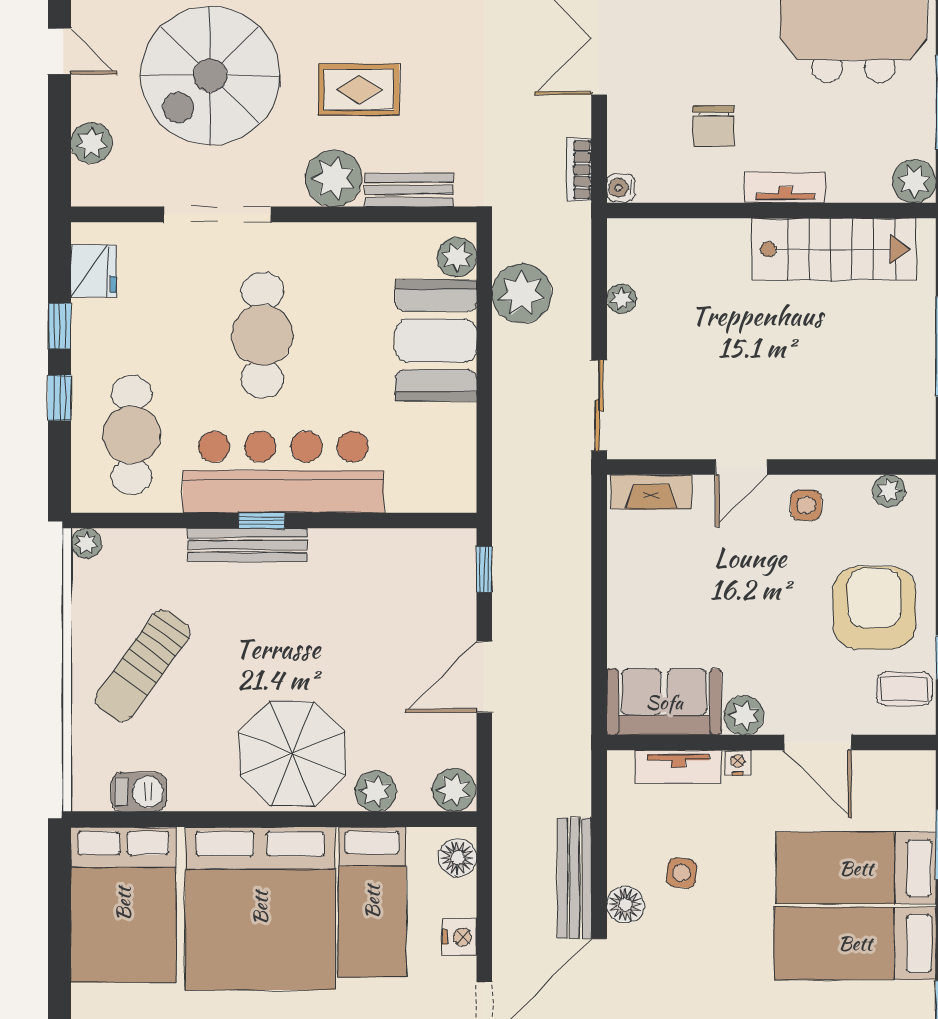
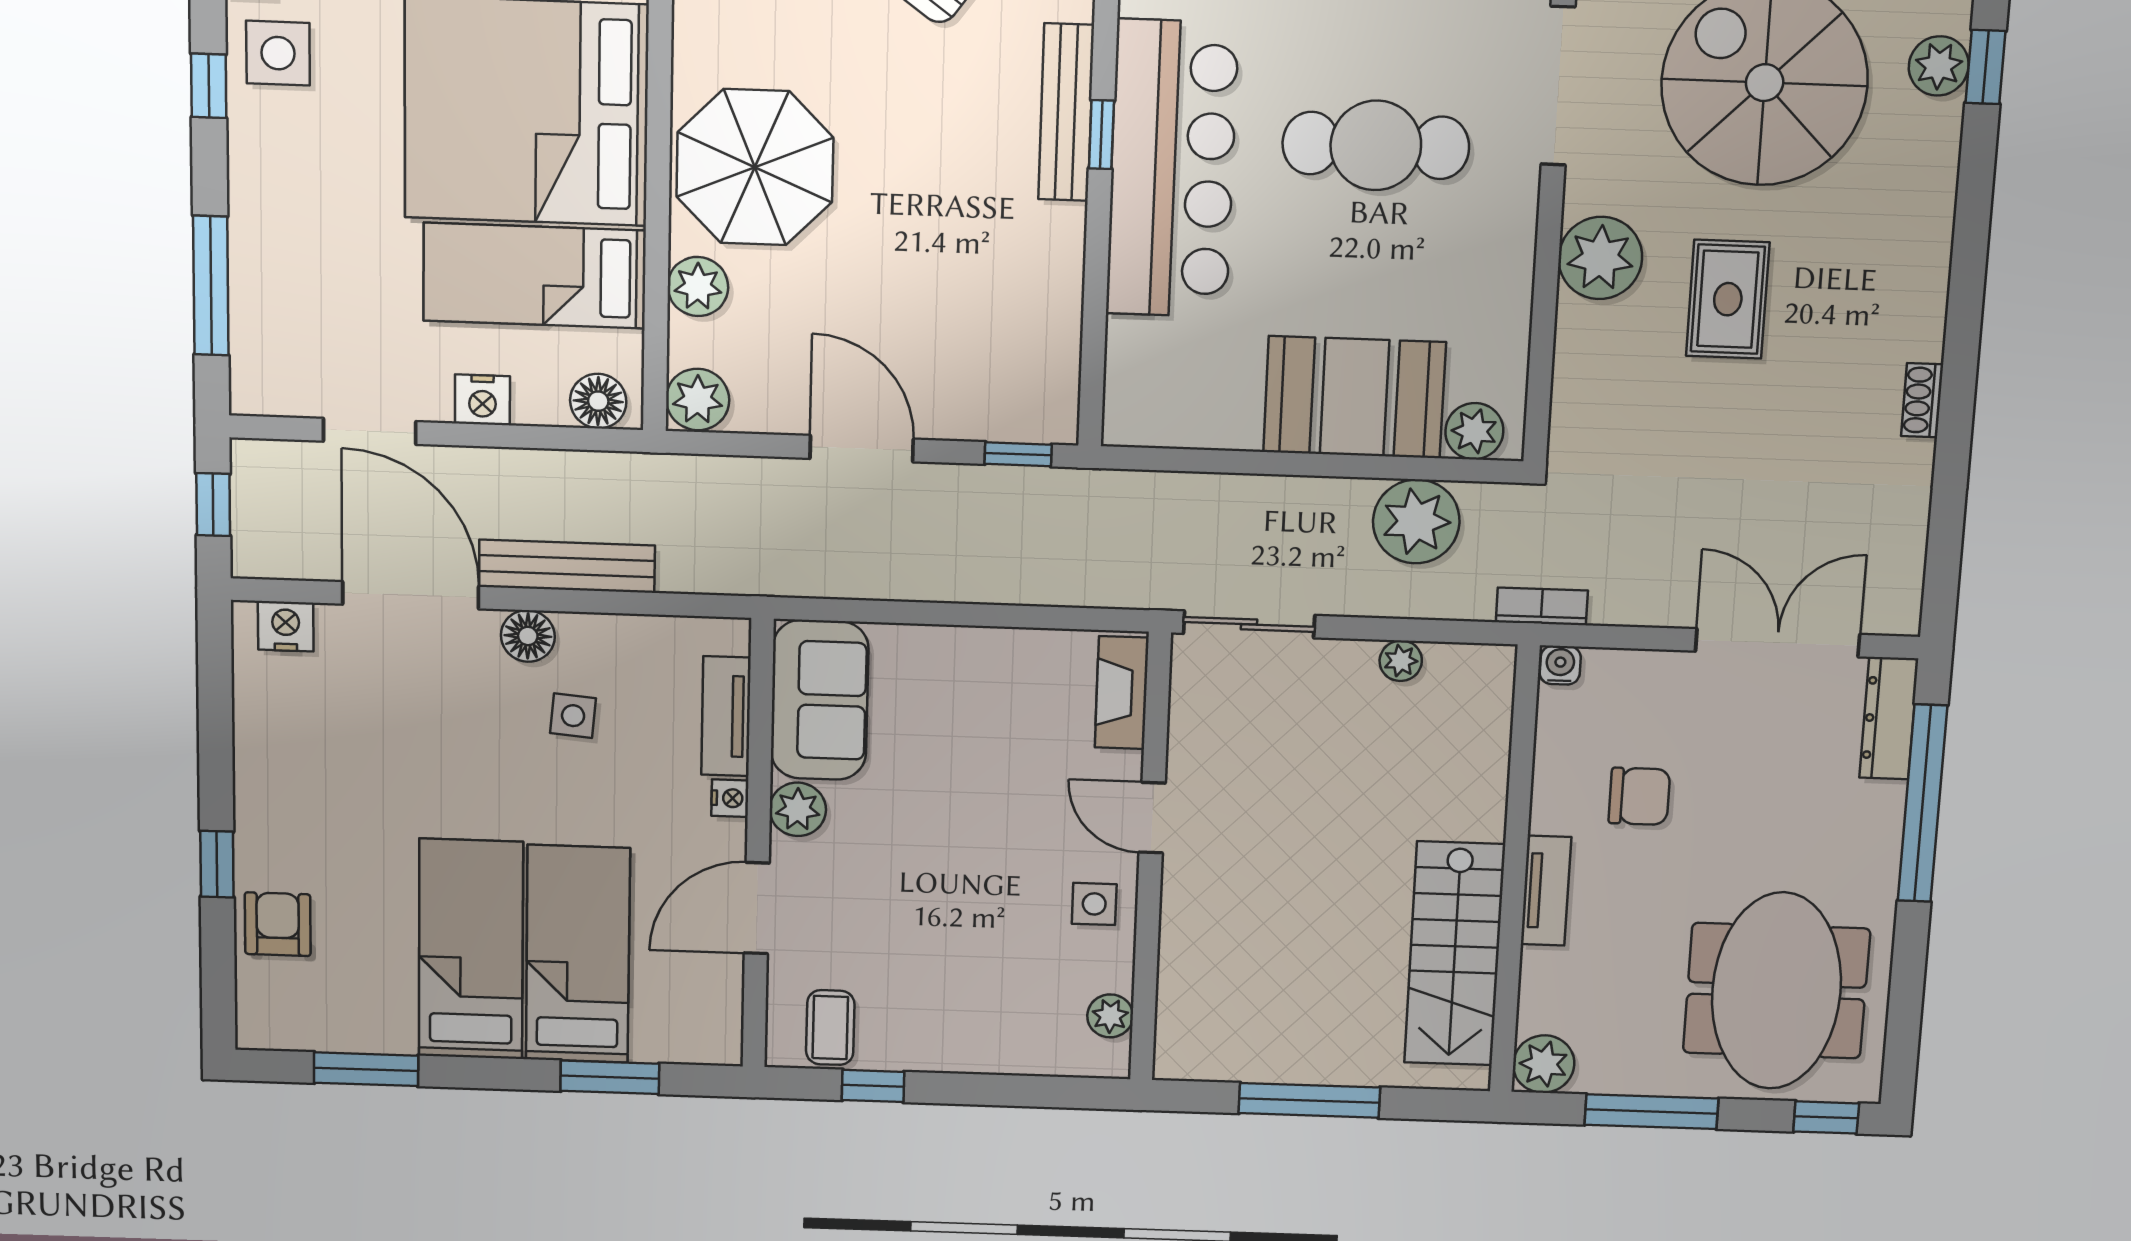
chair: (714, 126) -> (1639, 796), turned 180
bookcase: (579, 170) -> (1542, 606), moved
bench: (409, 190) -> (1576, 366), removed
armchair: (874, 608) -> (946, 991), removed

